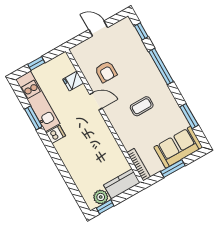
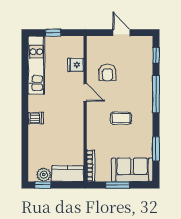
window: (33, 118) -> (25, 77), removed
dishwasher: (56, 134) -> (36, 118), moved

